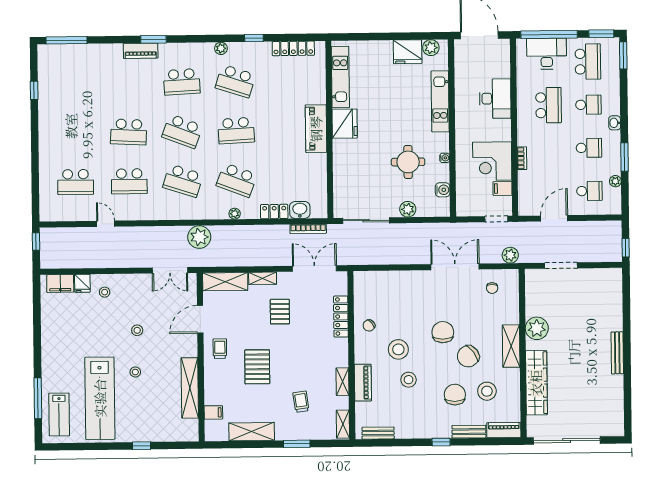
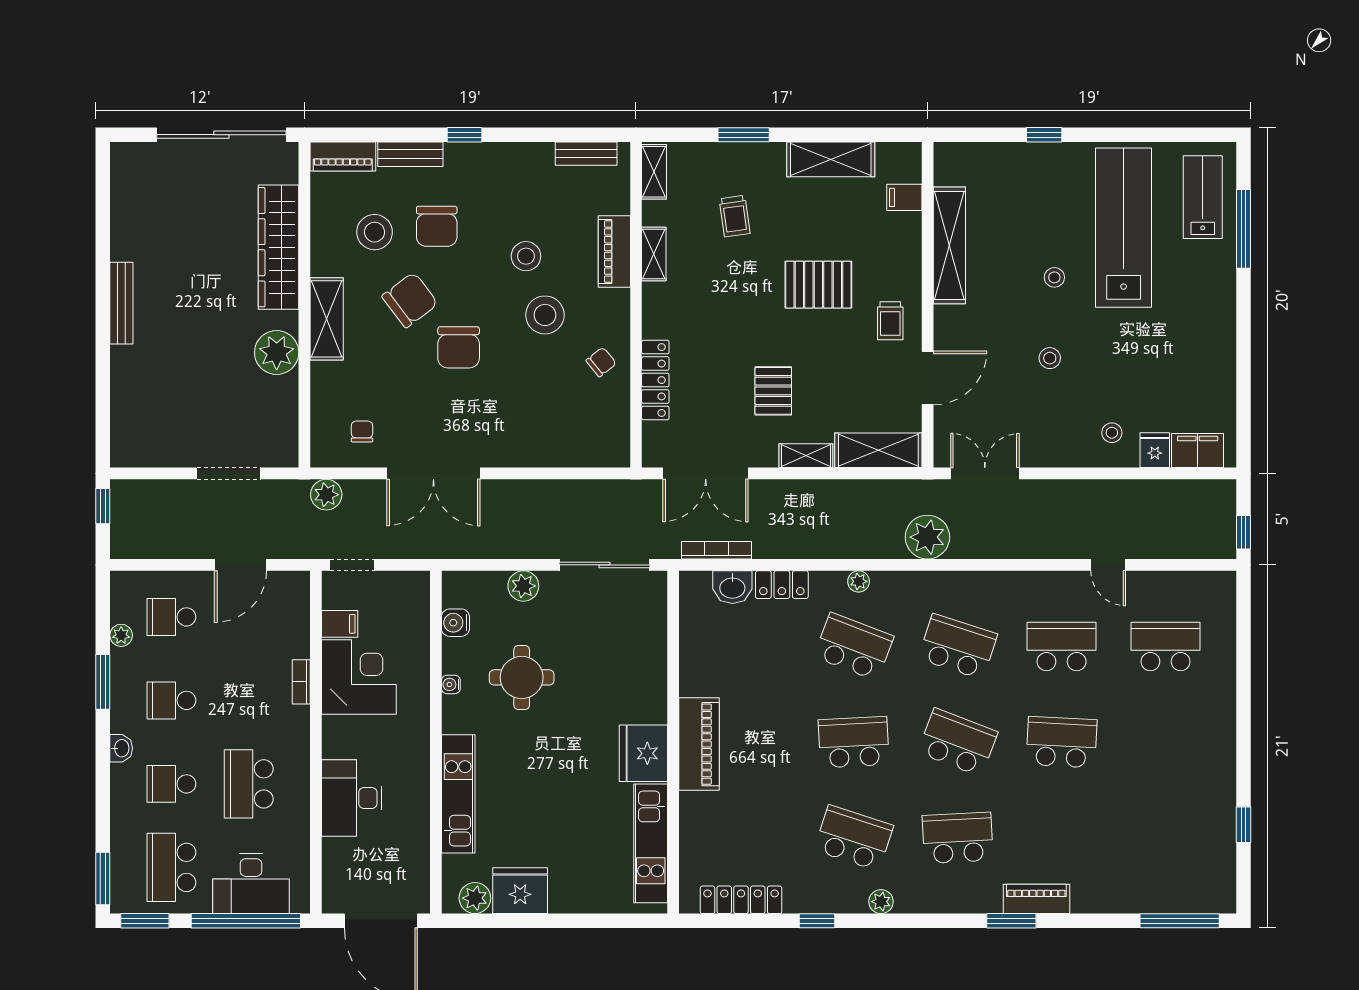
pallet: (257, 367) -> (818, 285), turned 90

